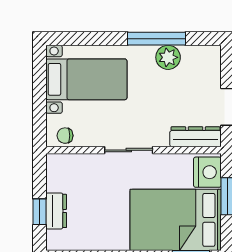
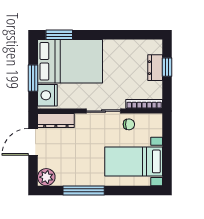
plant: (168, 57) -> (46, 177), moved
chair: (65, 136) -> (129, 124), moved
bookcase: (72, 160) -> (144, 104), added

